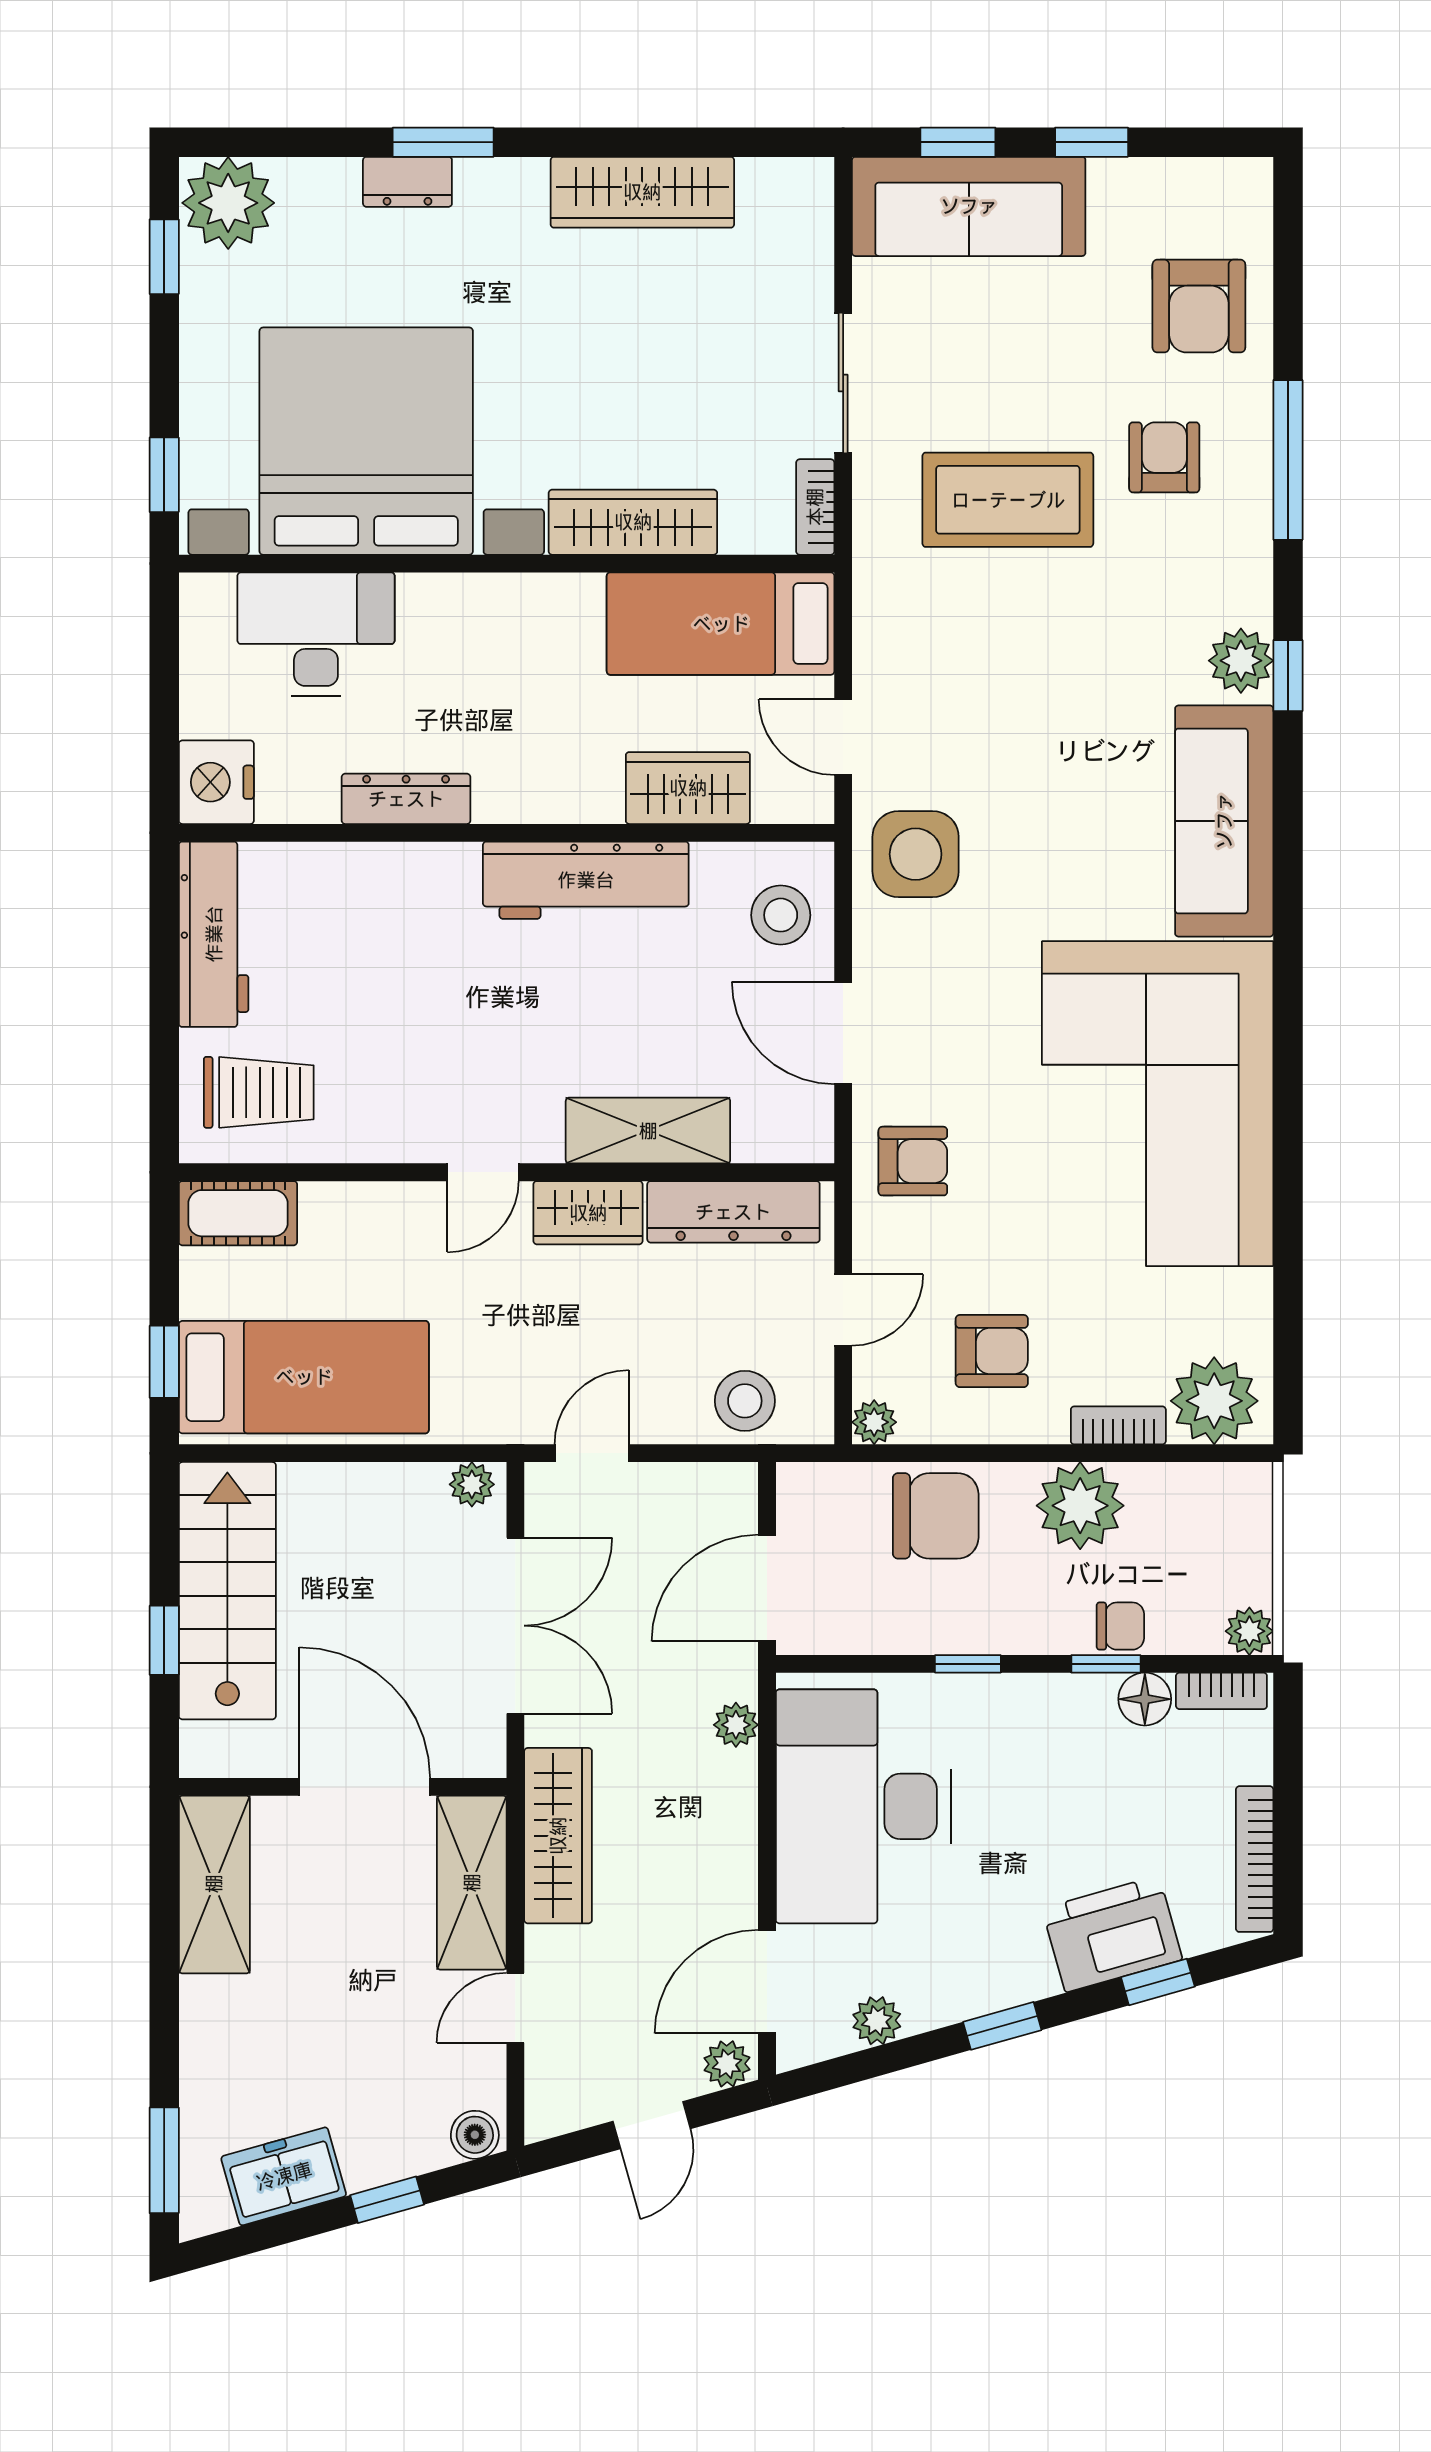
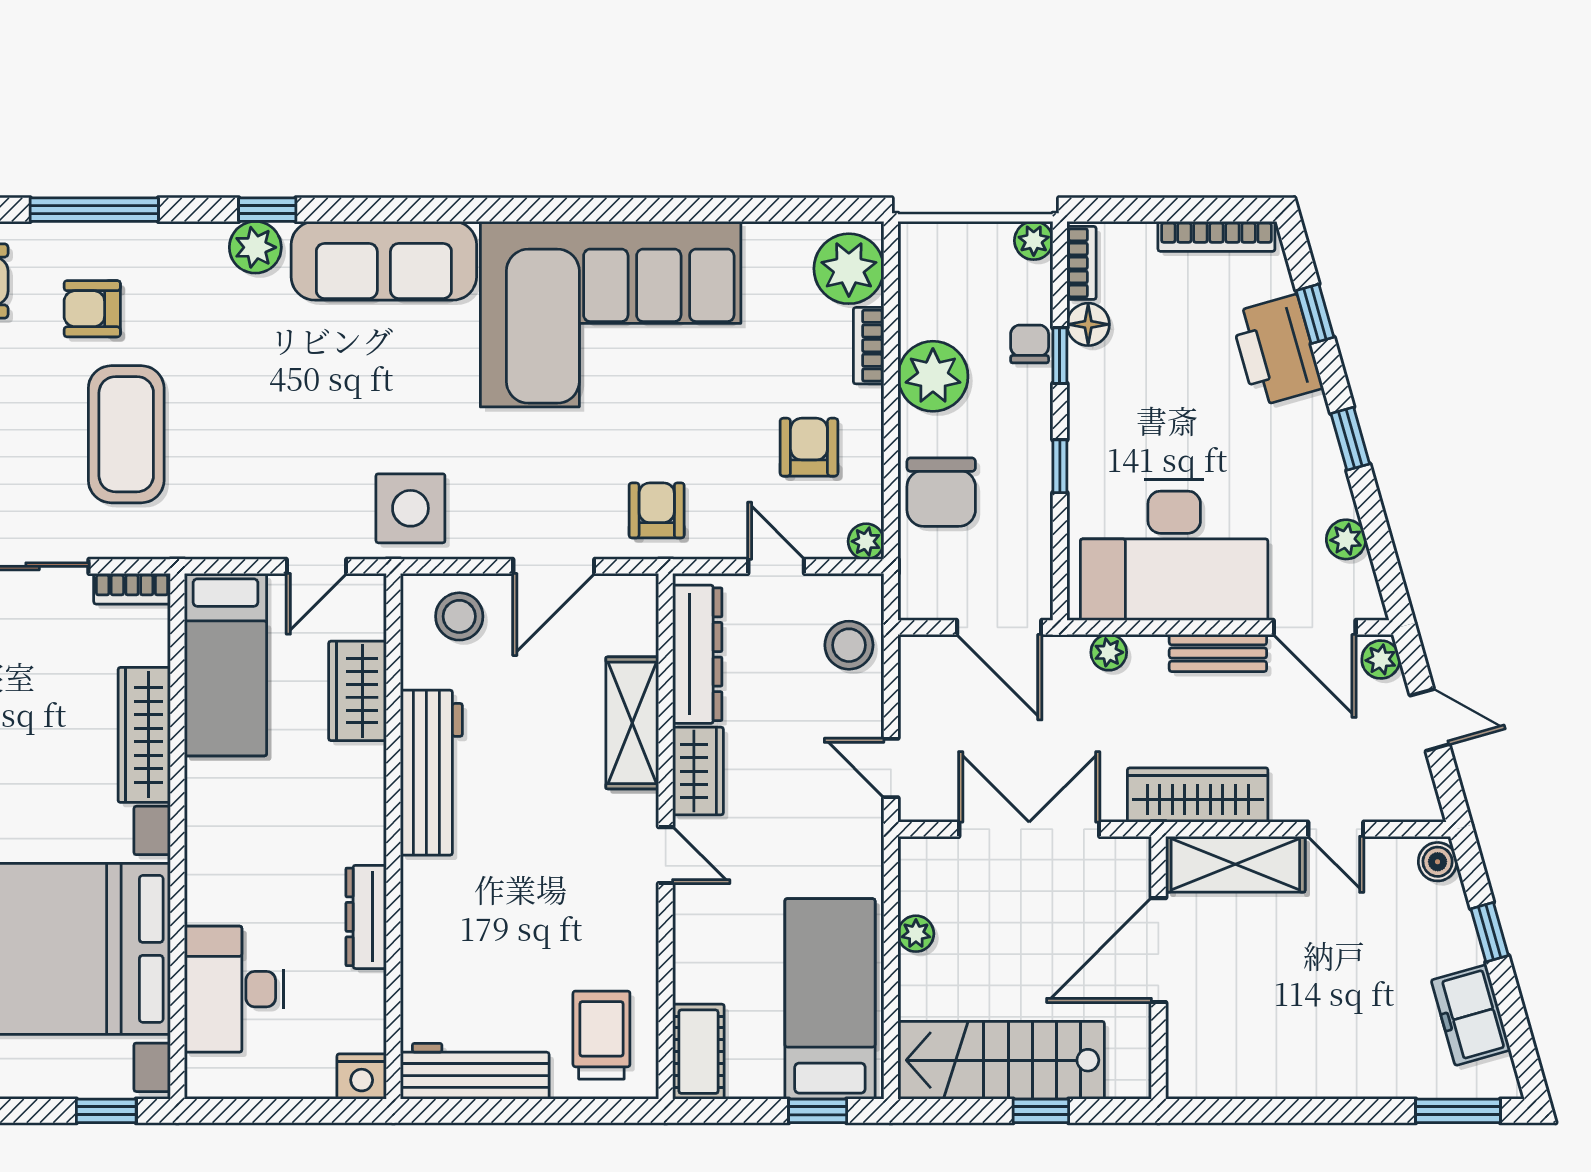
nightstand: (216, 782) -> (362, 1076), width x0.74, depth x0.75
plant: (472, 1484) -> (916, 934), moved
chair: (936, 1516) -> (941, 492), turned 180
bench: (735, 1861) -> (1218, 653), added
shelving: (214, 1884) -> (1237, 1071), removed

